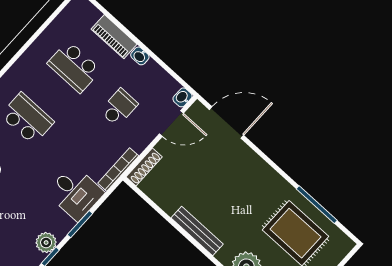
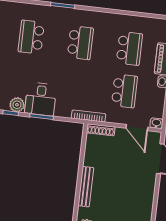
school desk: (74, 67) -> (129, 48), turned 180
school desk: (119, 108) -> (124, 91), width x1.85
desk: (75, 193) -> (41, 99), moved

